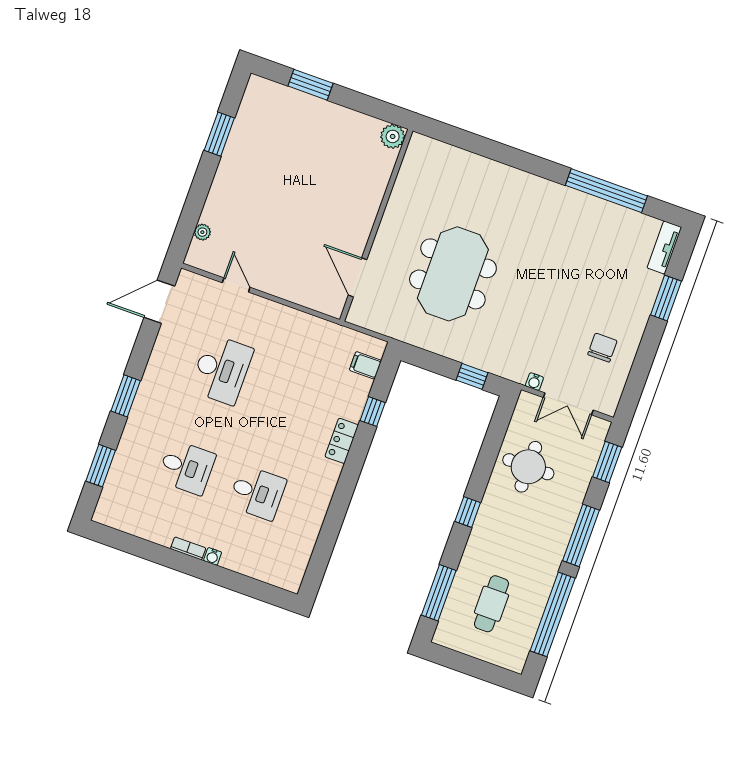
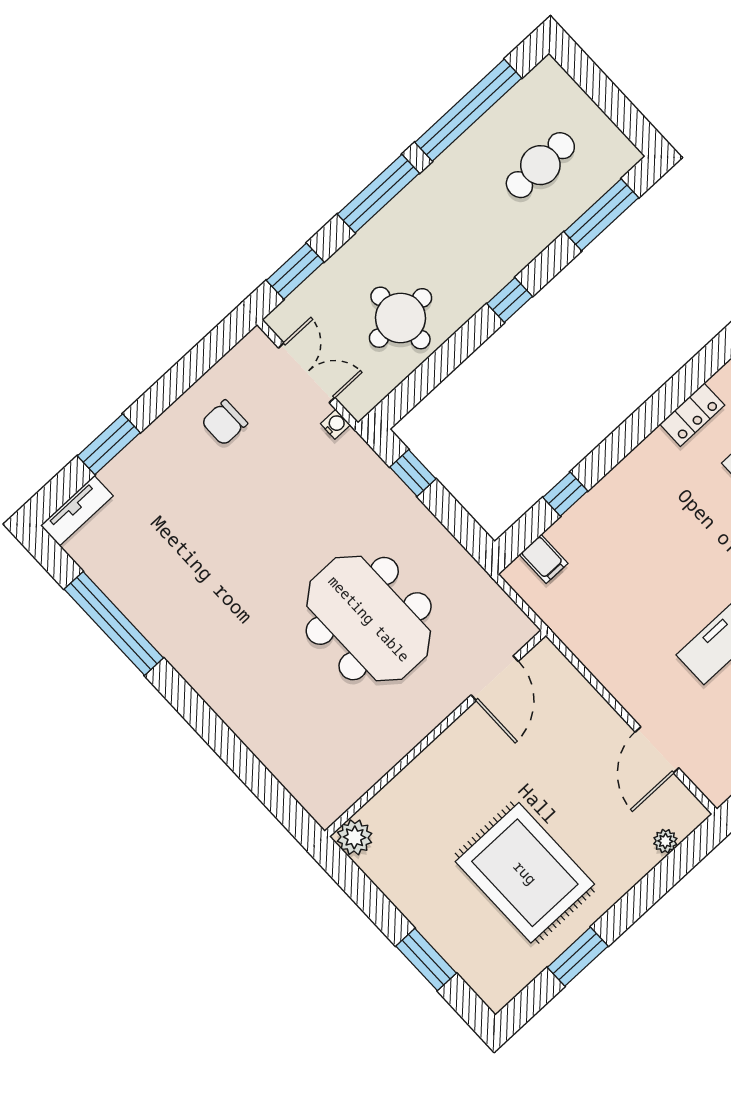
rug: (278, 169) -> (525, 873), added
meeting table: (453, 274) -> (369, 619), turned 90
door: (236, 285) -> (657, 750), width x1.38
locker: (342, 441) -> (692, 415), moved

